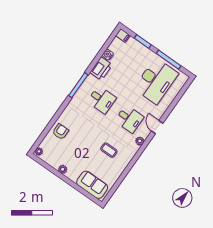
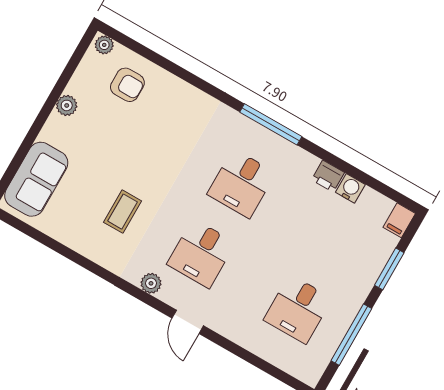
printer: (101, 69) -> (328, 176), width x0.53, depth x0.68
desk: (156, 81) -> (298, 309), width x0.53, depth x0.77
door: (157, 127) -> (188, 322), swing flipped
armchair: (60, 132) -> (127, 85), moved

